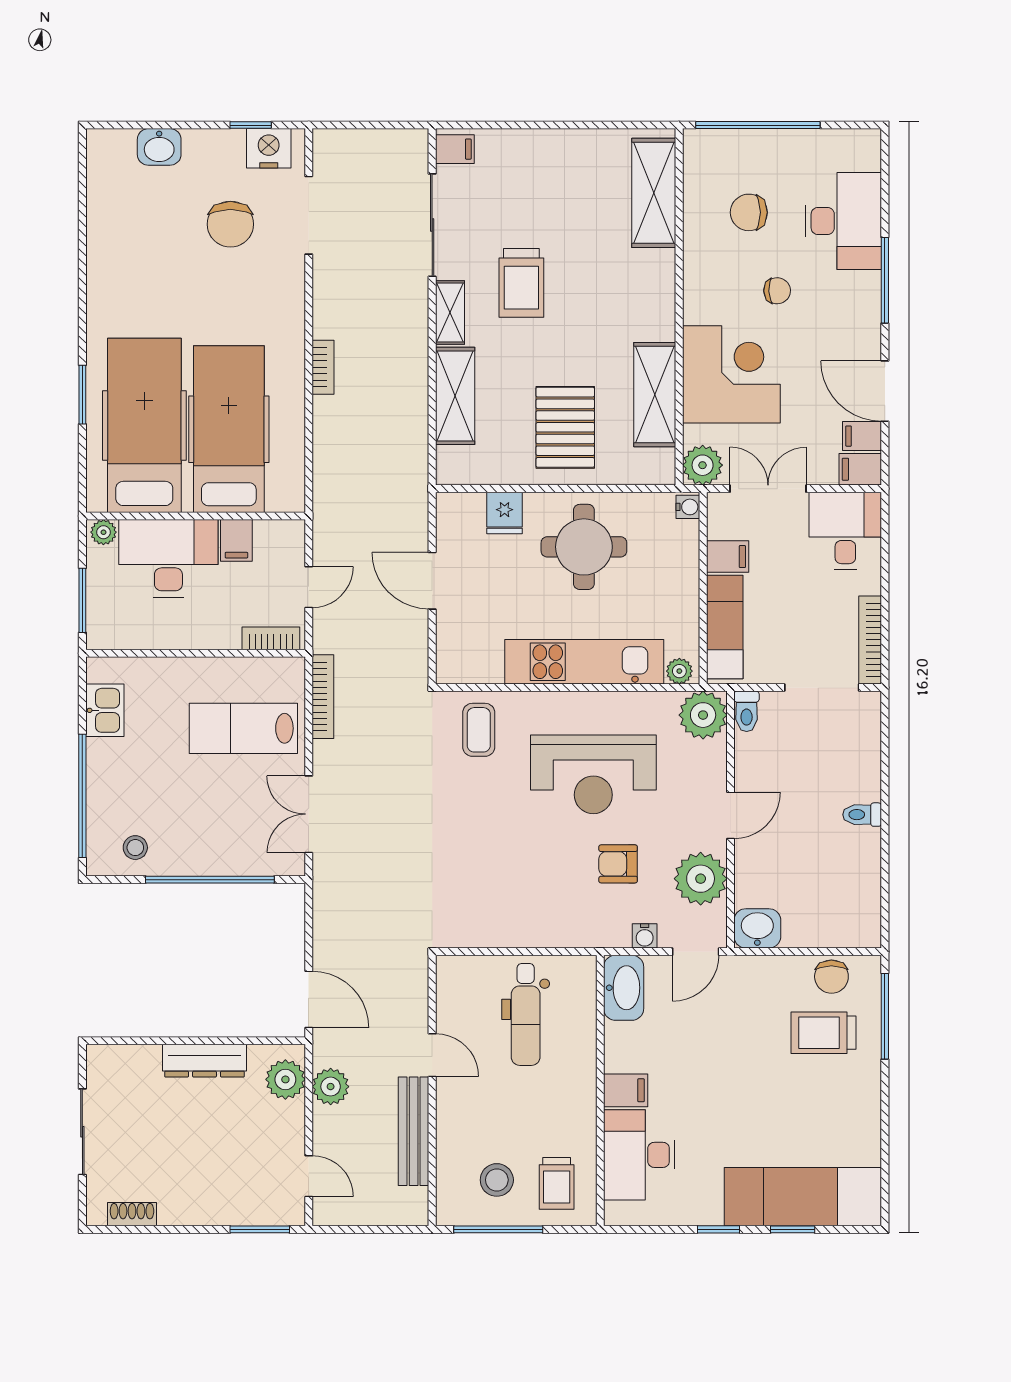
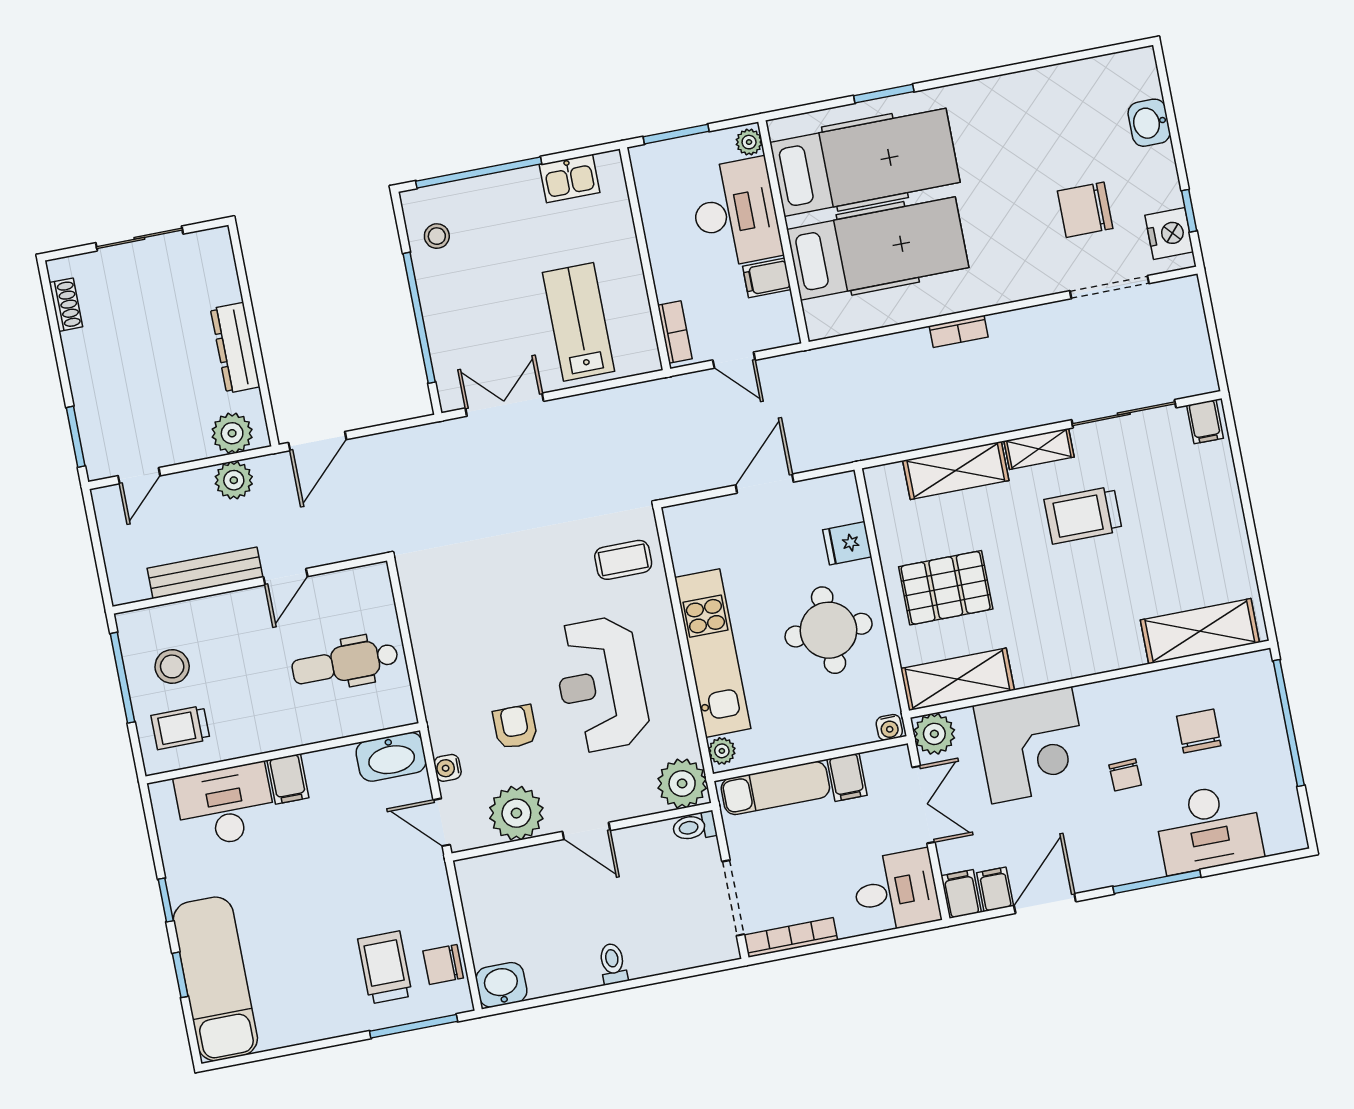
shelving: (655, 395) -> (958, 679), moved
bookcase: (323, 697) -> (626, 396), removed
washbasin: (757, 928) -> (501, 985), moved, turned -90

